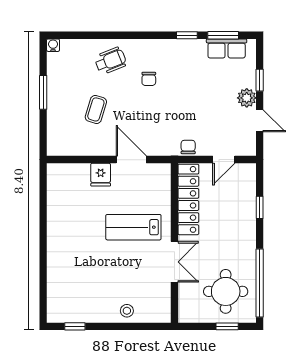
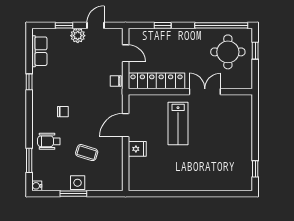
window: (223, 35) -> (29, 160), moved
wheelchair: (110, 61) -> (49, 141), turned -68
side table: (57, 98) -> (78, 183), added
stool: (127, 311) -> (243, 129), removed

